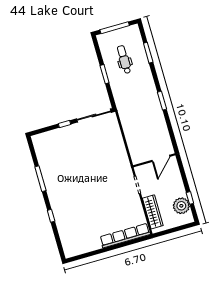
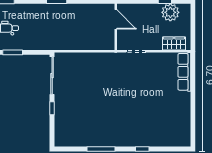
wardrobe: (153, 212) -> (174, 44), width x0.67
row of seats: (125, 236) -> (184, 72), width x0.73

